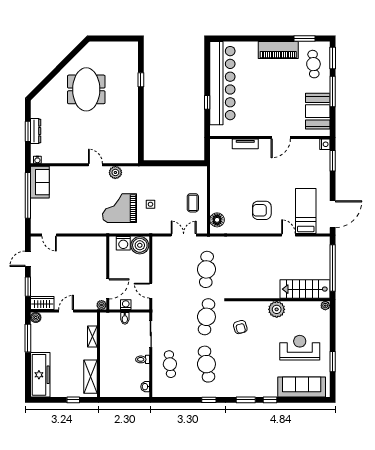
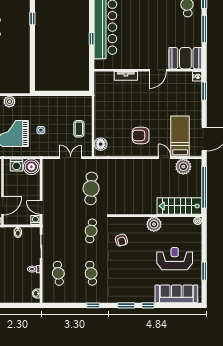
booth: (318, 111) -> (185, 58), moved, turned 90
plant: (309, 245) -> (183, 167), added
washing machine: (126, 305) -> (35, 220), moved
cafe table: (206, 317) -> (91, 231), width x0.73, depth x0.74
cafe table: (206, 364) -> (91, 273), width x0.73, depth x0.74

